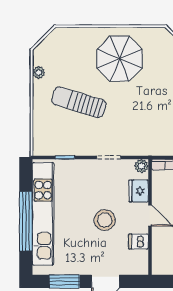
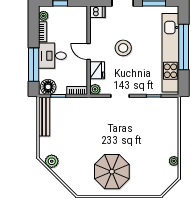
sun lounger: (79, 102) -> (143, 138), removed
dishwasher: (138, 241) -> (97, 12), moved

